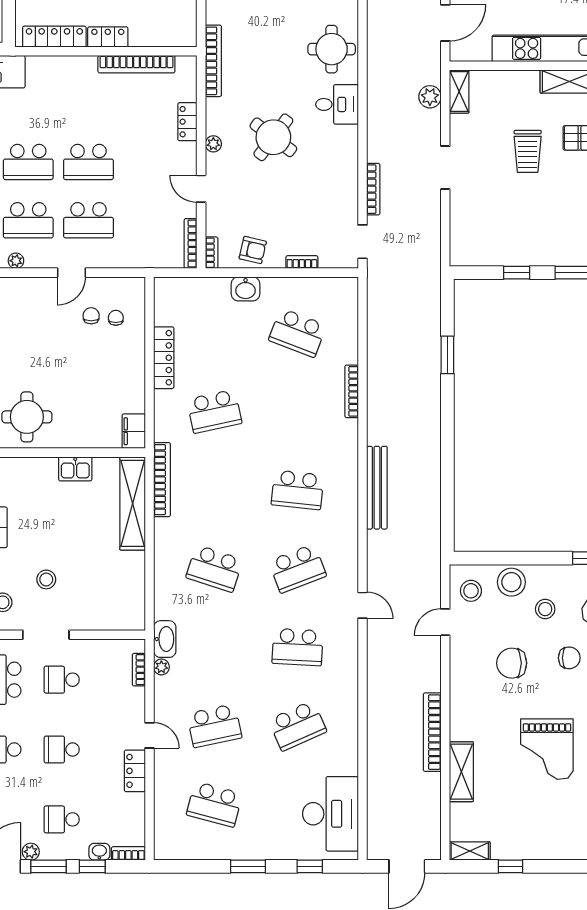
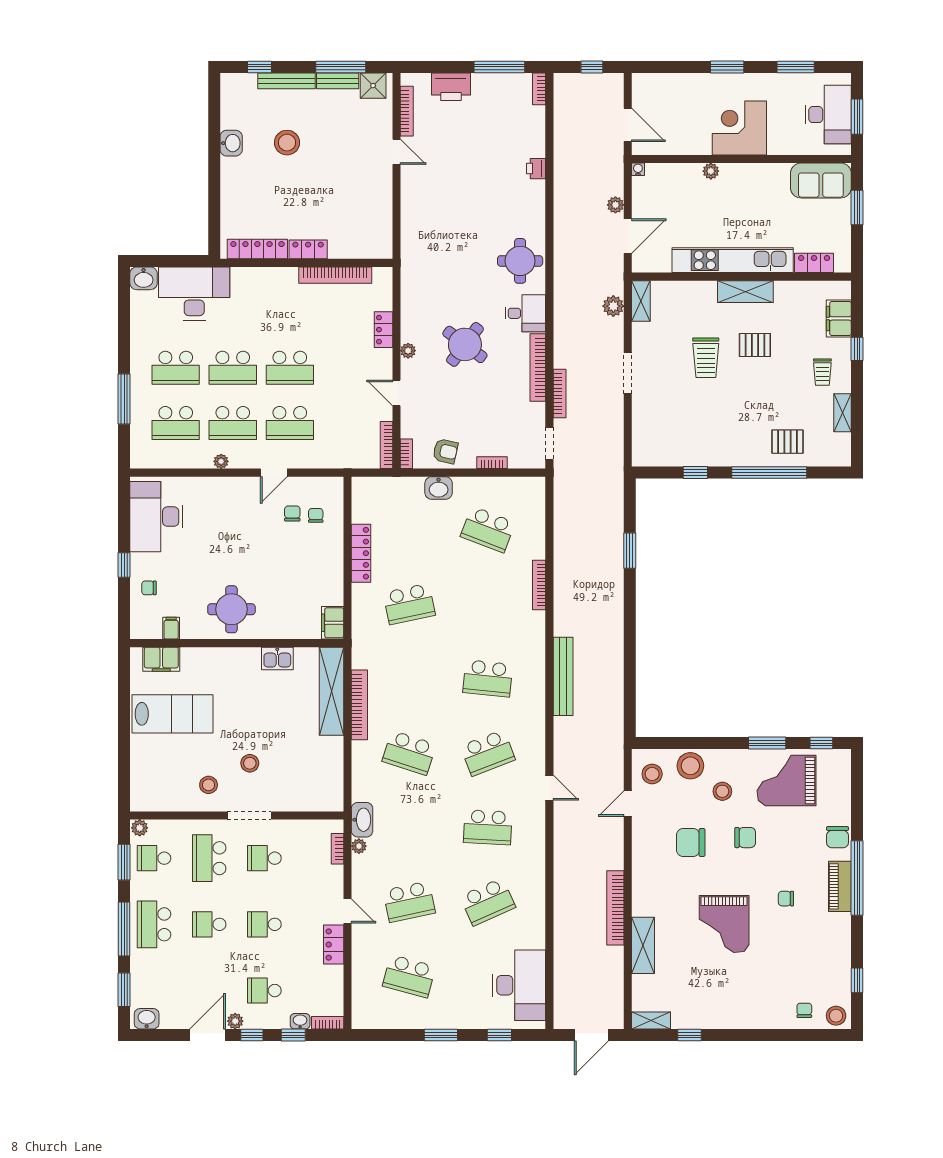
bookcase: (213, 61) -> (538, 367), moved, turned 180
bookcase: (162, 480) -> (359, 705), moved
window: (48, 866) -> (252, 1035), width x0.67

